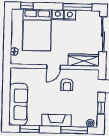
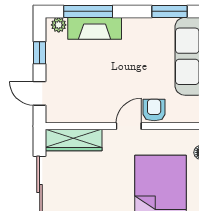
armchair: (67, 85) -> (154, 110), moved
fireplace: (56, 120) -> (95, 28), moved

